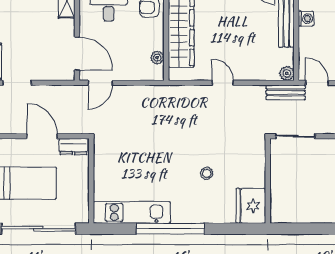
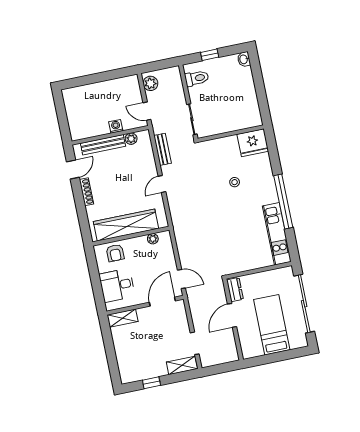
washing machine: (306, 19) -> (116, 126), moved
plant: (287, 73) -> (131, 139), moved
door: (317, 83) -> (147, 111), hinge flipped
bench: (286, 92) -> (163, 149), moved

